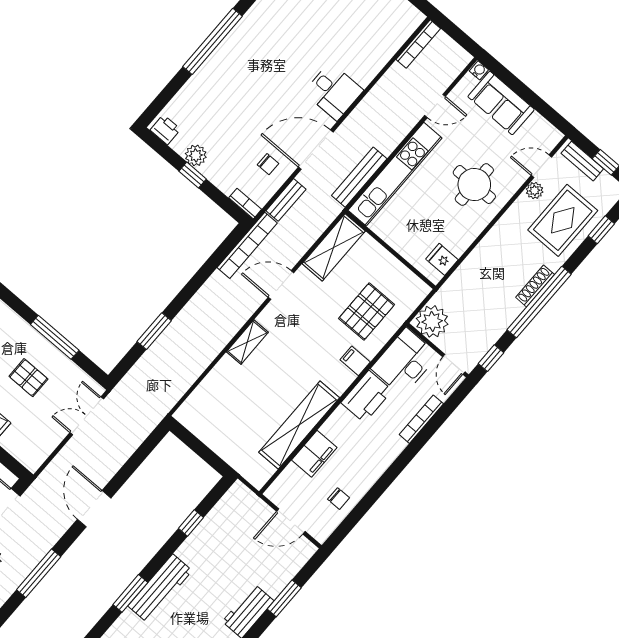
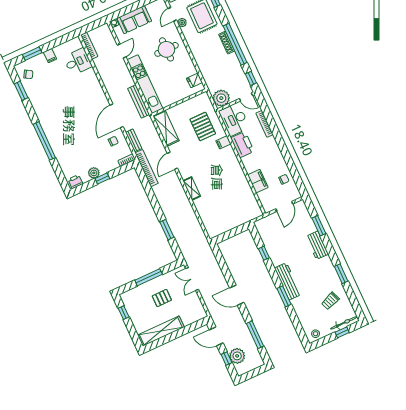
desk: (334, 91) -> (78, 62), moved
shelving: (299, 425) -> (241, 182), removed

